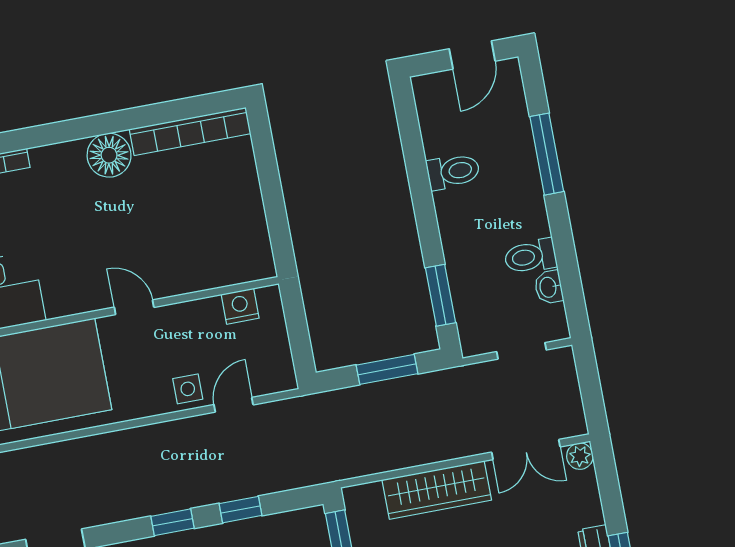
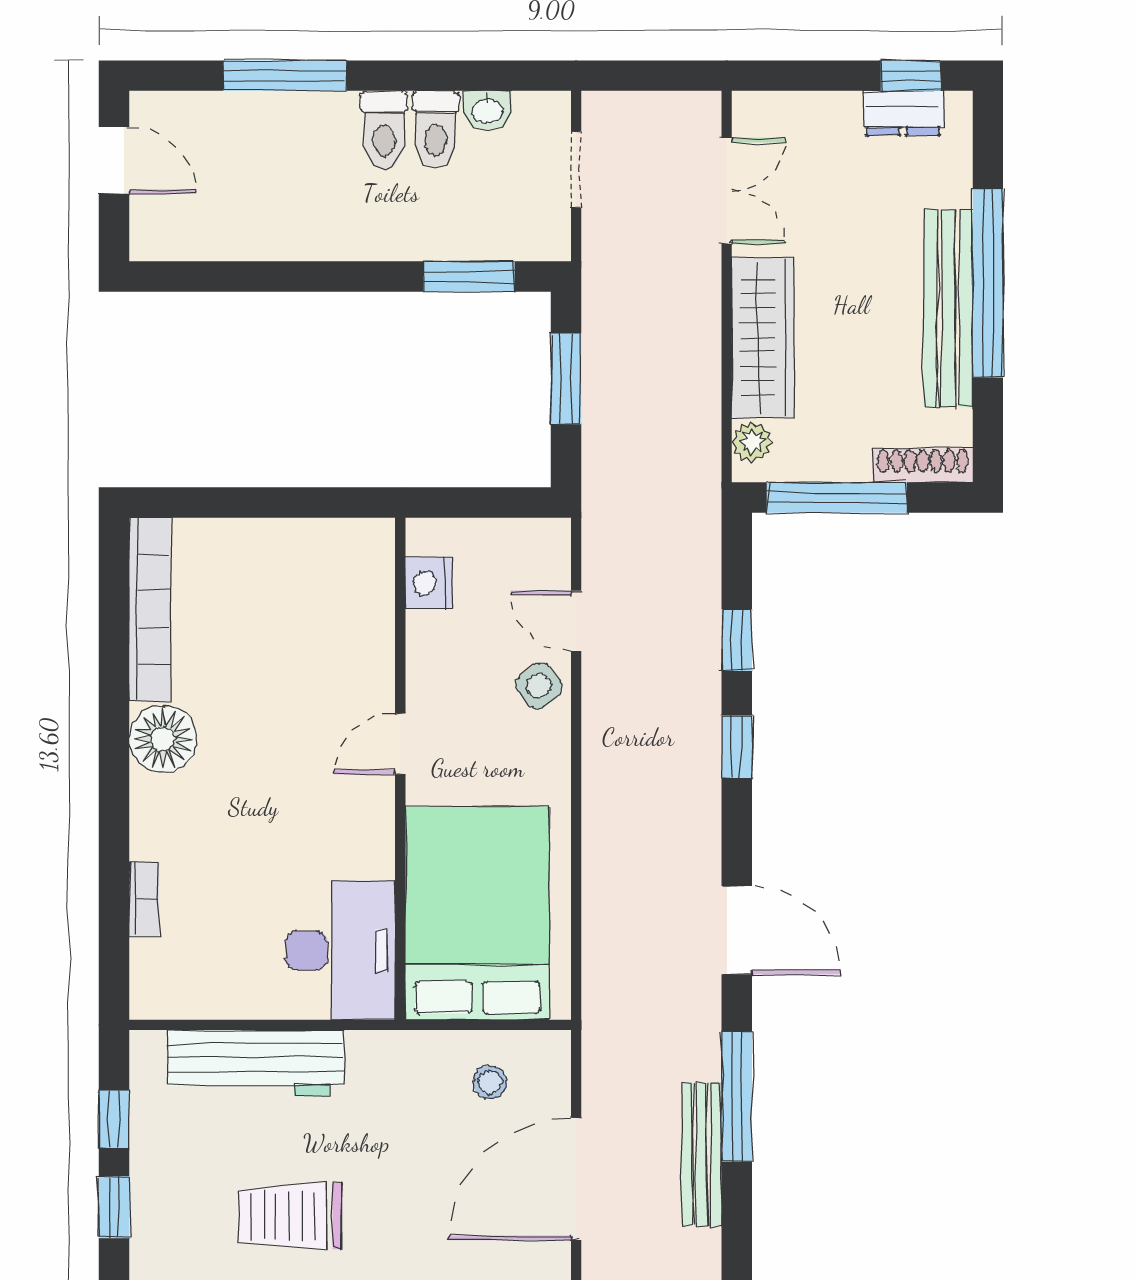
toilet: (453, 171) -> (384, 130), moved, turned 180
side table: (188, 389) -> (539, 686), turned -37
plant: (580, 456) -> (752, 442), moved

